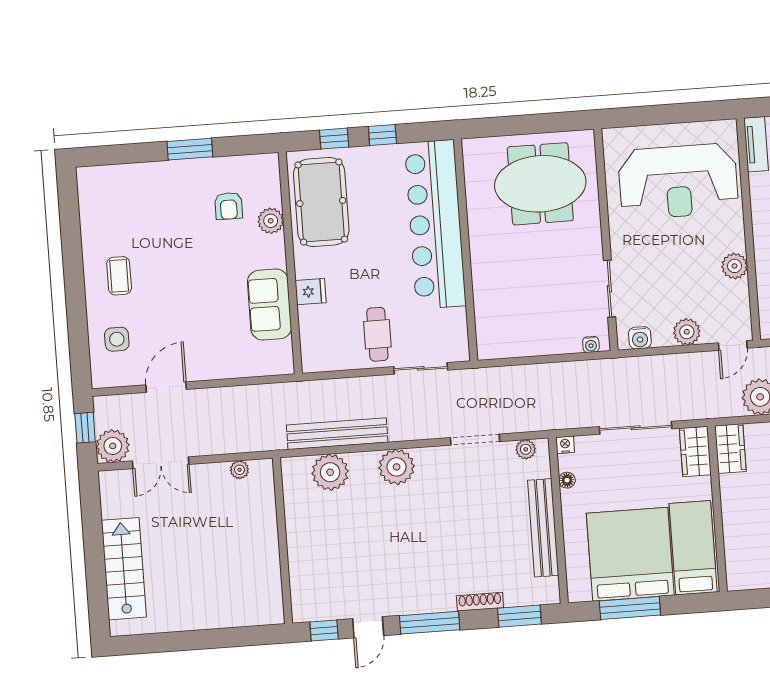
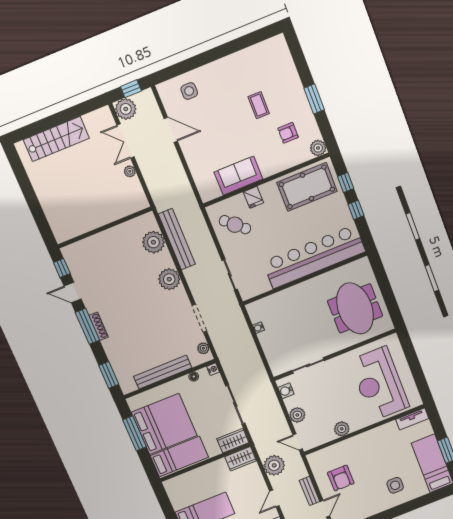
plant: (271, 221) -> (318, 148), moved
coffee table: (119, 276) -> (259, 105), moved, turned 90
cafe table: (377, 334) -> (235, 225), moved, turned 42
water cooler: (591, 344) -> (258, 328), moved
plant: (239, 470) -> (130, 171), moved
shoe rack: (480, 602) -> (99, 326), moved

